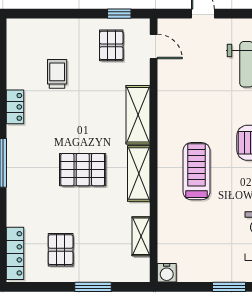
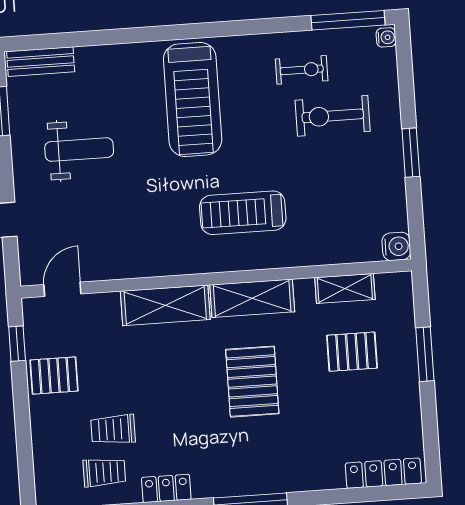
pallet: (111, 45) -> (54, 376), moved
trolley: (29, 66) -> (104, 472), added
pallet: (61, 250) -> (352, 352), moved

